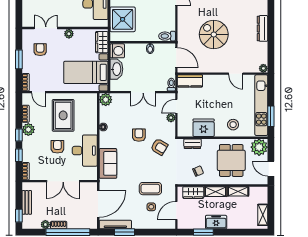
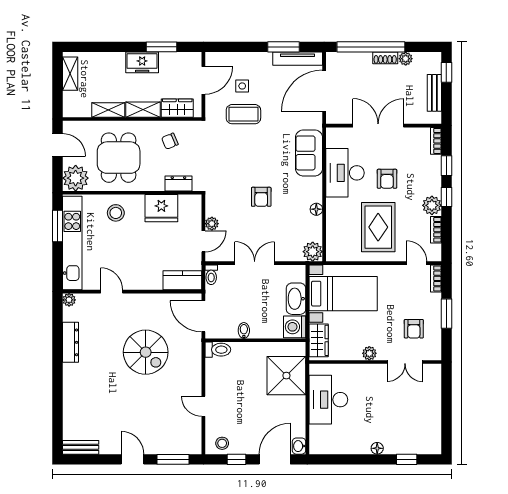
dresser: (262, 28) -> (70, 342), moved
armchair: (159, 147) -> (230, 179), removed

